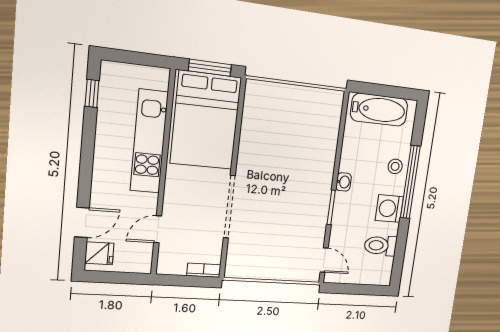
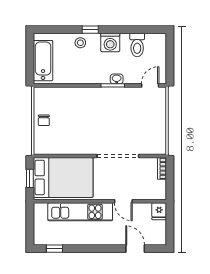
window: (210, 68) -> (30, 178), width x0.67
chair: (295, 101) -> (44, 120), added
washbasin: (344, 182) -> (117, 79), moved
window: (410, 182) -> (90, 30), width x0.32
door: (158, 229) -> (123, 201), moved
fridge: (99, 253) -> (159, 211), moved, turned 180

